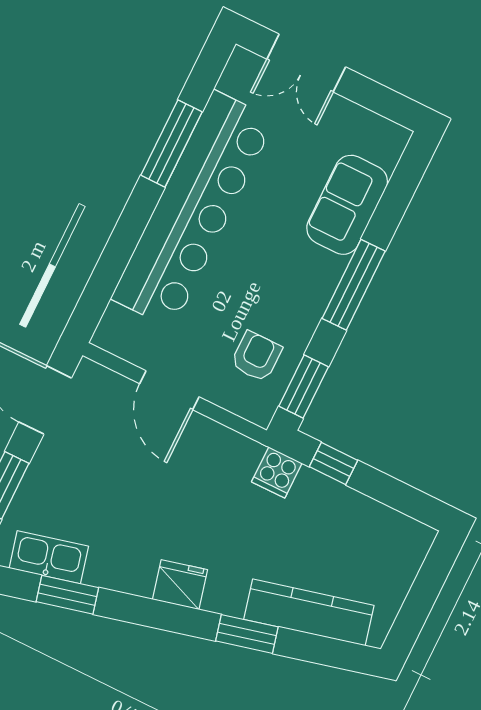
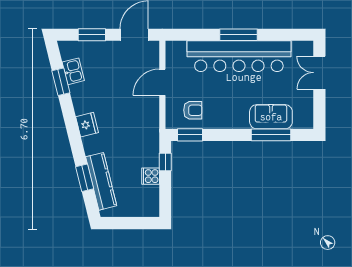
window: (171, 143) -> (238, 35), moved
window: (354, 285) -> (271, 135), moved
cooker: (277, 472) -> (151, 176), moved
kitchen sink: (49, 557) -> (73, 71), width x0.73
window: (247, 634) -> (85, 178), moved

